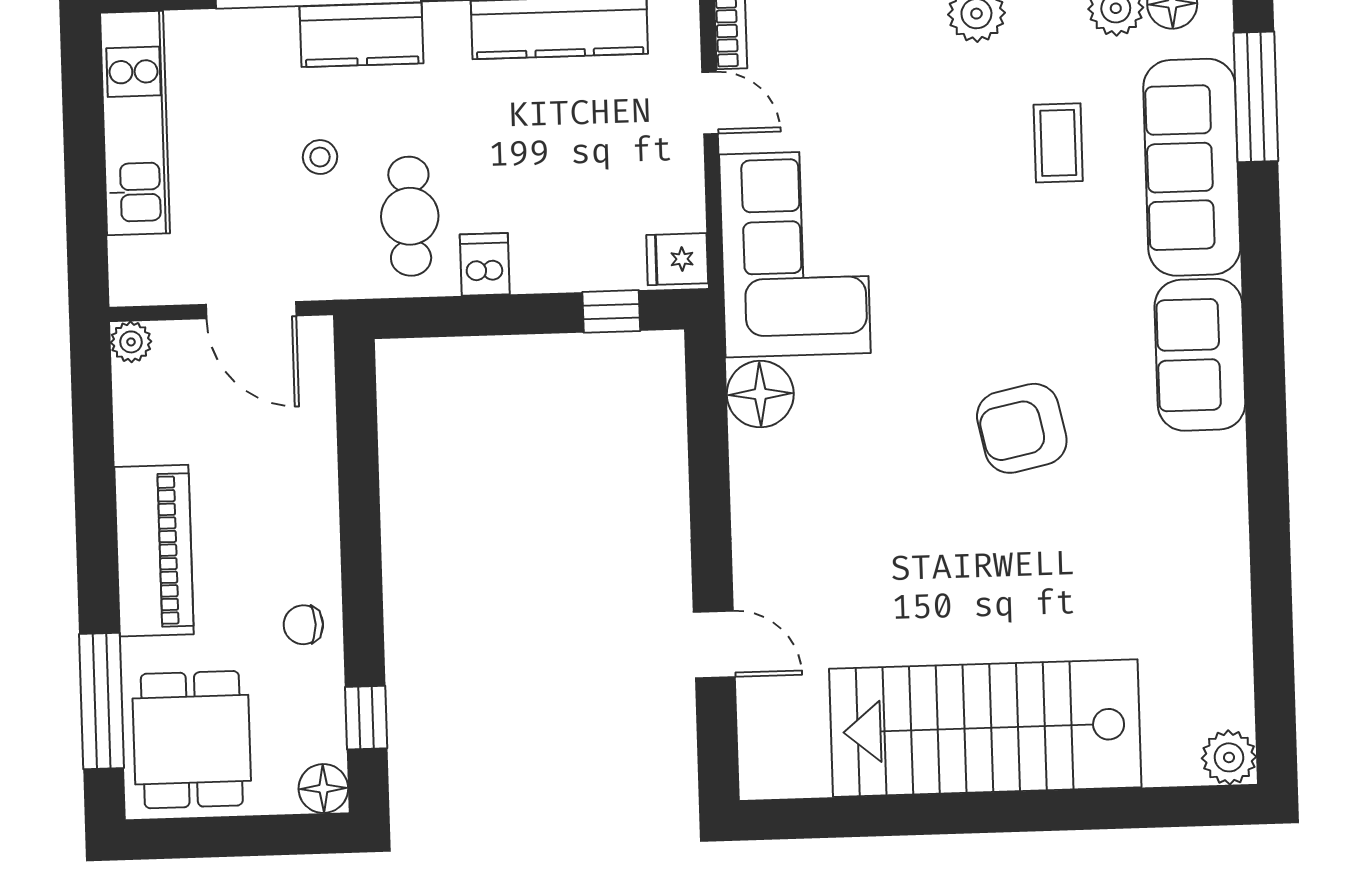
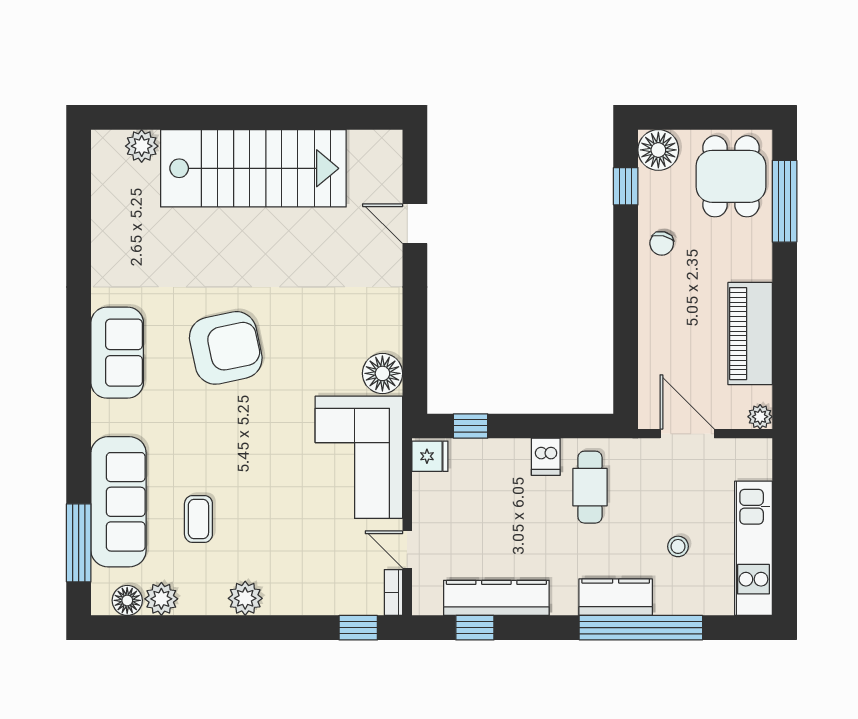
stool: (320, 157) -> (678, 546), moved
sofa: (1200, 355) -> (117, 353), moved
armchair: (1022, 428) -> (226, 348), width x1.36, depth x1.36
piano: (154, 551) -> (750, 334), moved
chair: (303, 625) -> (662, 243), turned 103
plant: (1229, 757) -> (142, 146), moved
floor lamp: (323, 788) -> (658, 150), width x1.38, depth x1.38

